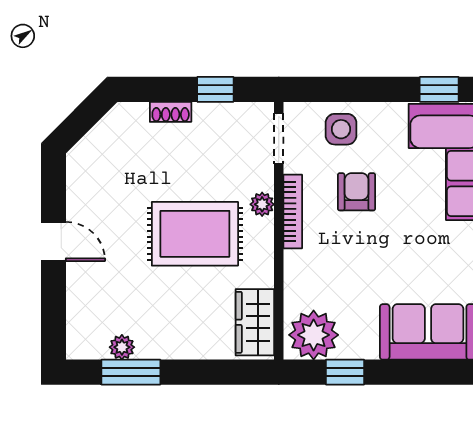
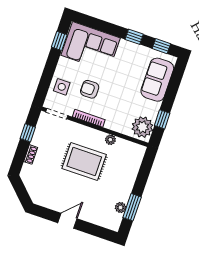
plant: (262, 204) -> (110, 140), moved
rug: (195, 234) -> (84, 162), turned 90
wardrobe: (255, 322) -> (129, 149), removed

